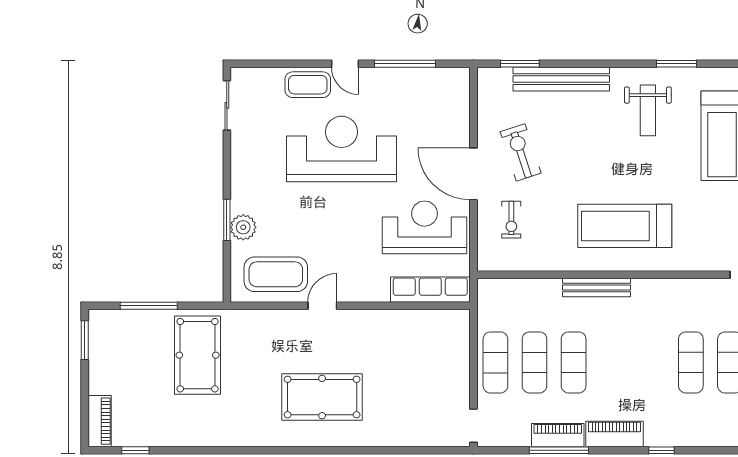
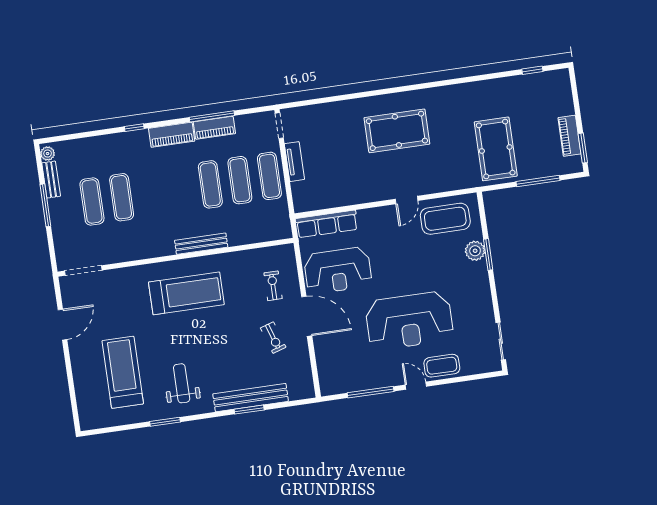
window: (520, 64) -> (249, 410), moved
exercise bike: (521, 152) -> (273, 338), width x0.73, depth x0.72
tv unit: (460, 376) -> (294, 162), added
piano: (100, 421) -> (569, 136), moved

